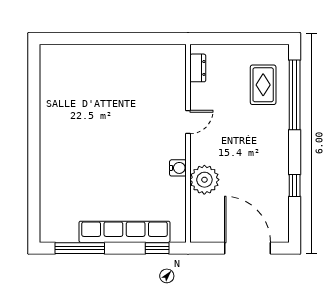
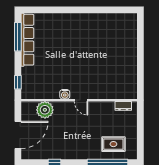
door: (188, 122) -> (81, 100), moved
plant: (204, 180) -> (45, 110), moved
row of seats: (125, 232) -> (27, 40), moved

